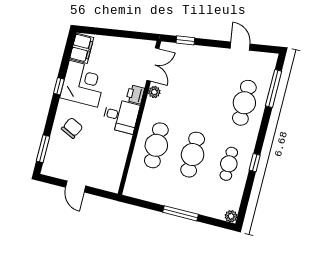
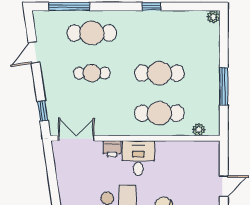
plant: (154, 92) -> (199, 130), moved
cafe table: (229, 164) -> (92, 73), moved
window: (180, 213) -> (224, 86), moved

